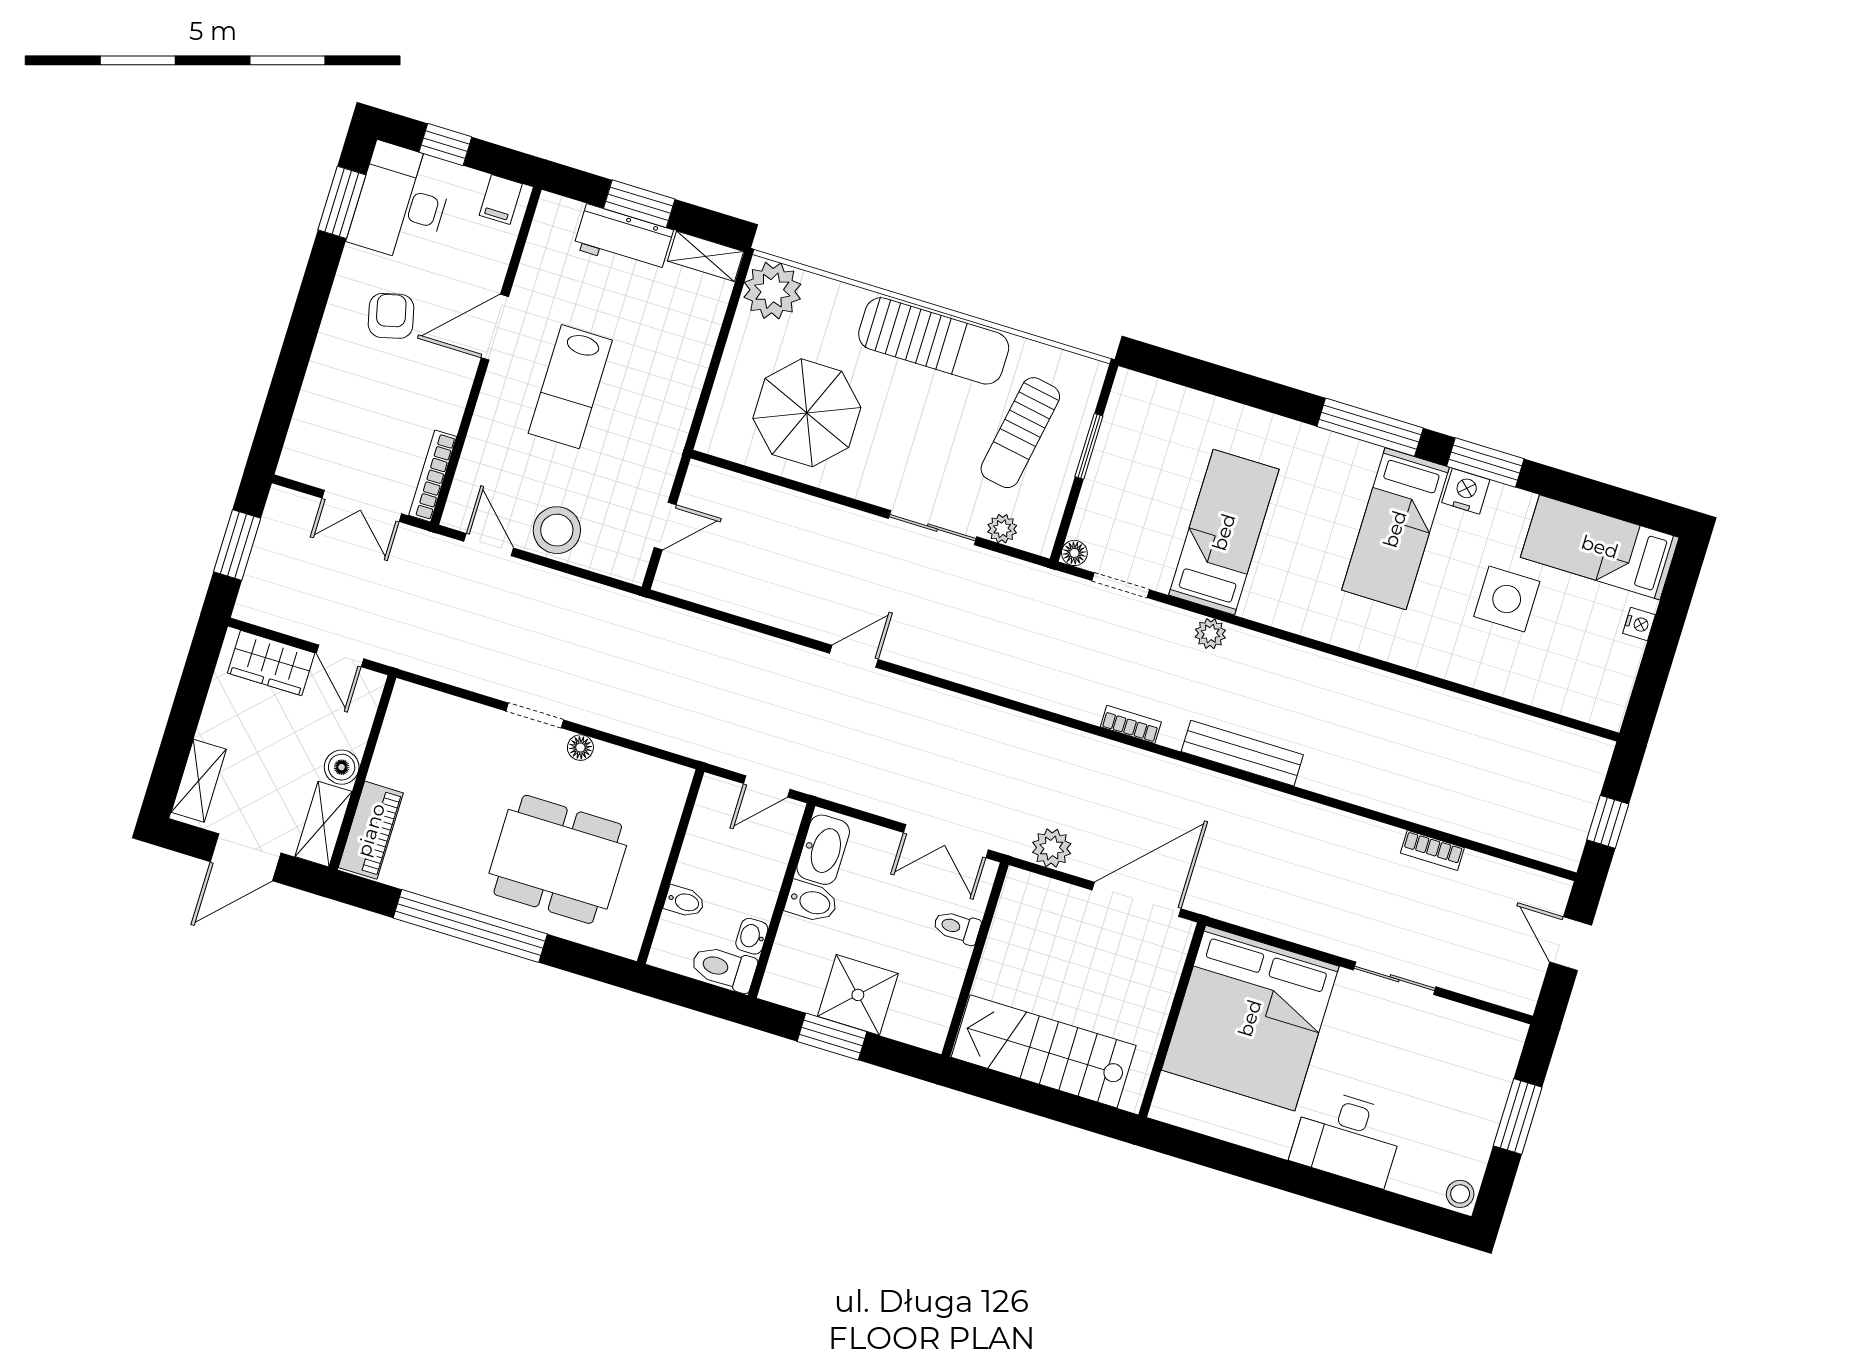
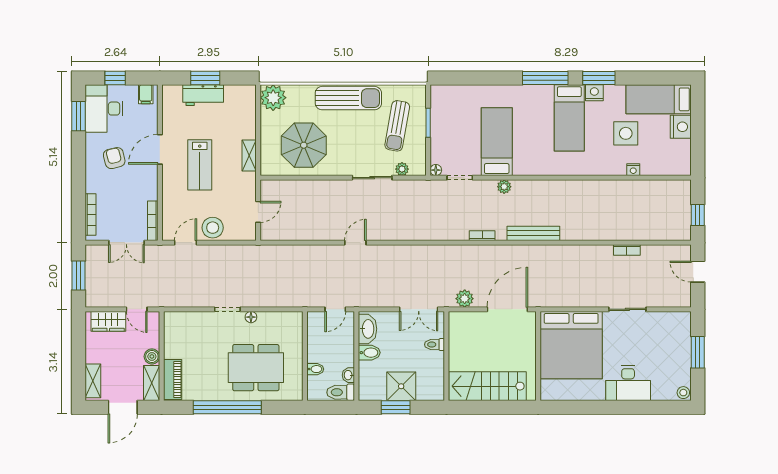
shelving: (705, 256) -> (249, 155), moved, turned 90
bookcase: (303, 422) -> (91, 215), added
door: (489, 545) -> (186, 243), hinge flipped
nightstand: (1639, 624) -> (681, 127), width x1.89, depth x1.79
nightstand: (1499, 682) -> (633, 170), added

